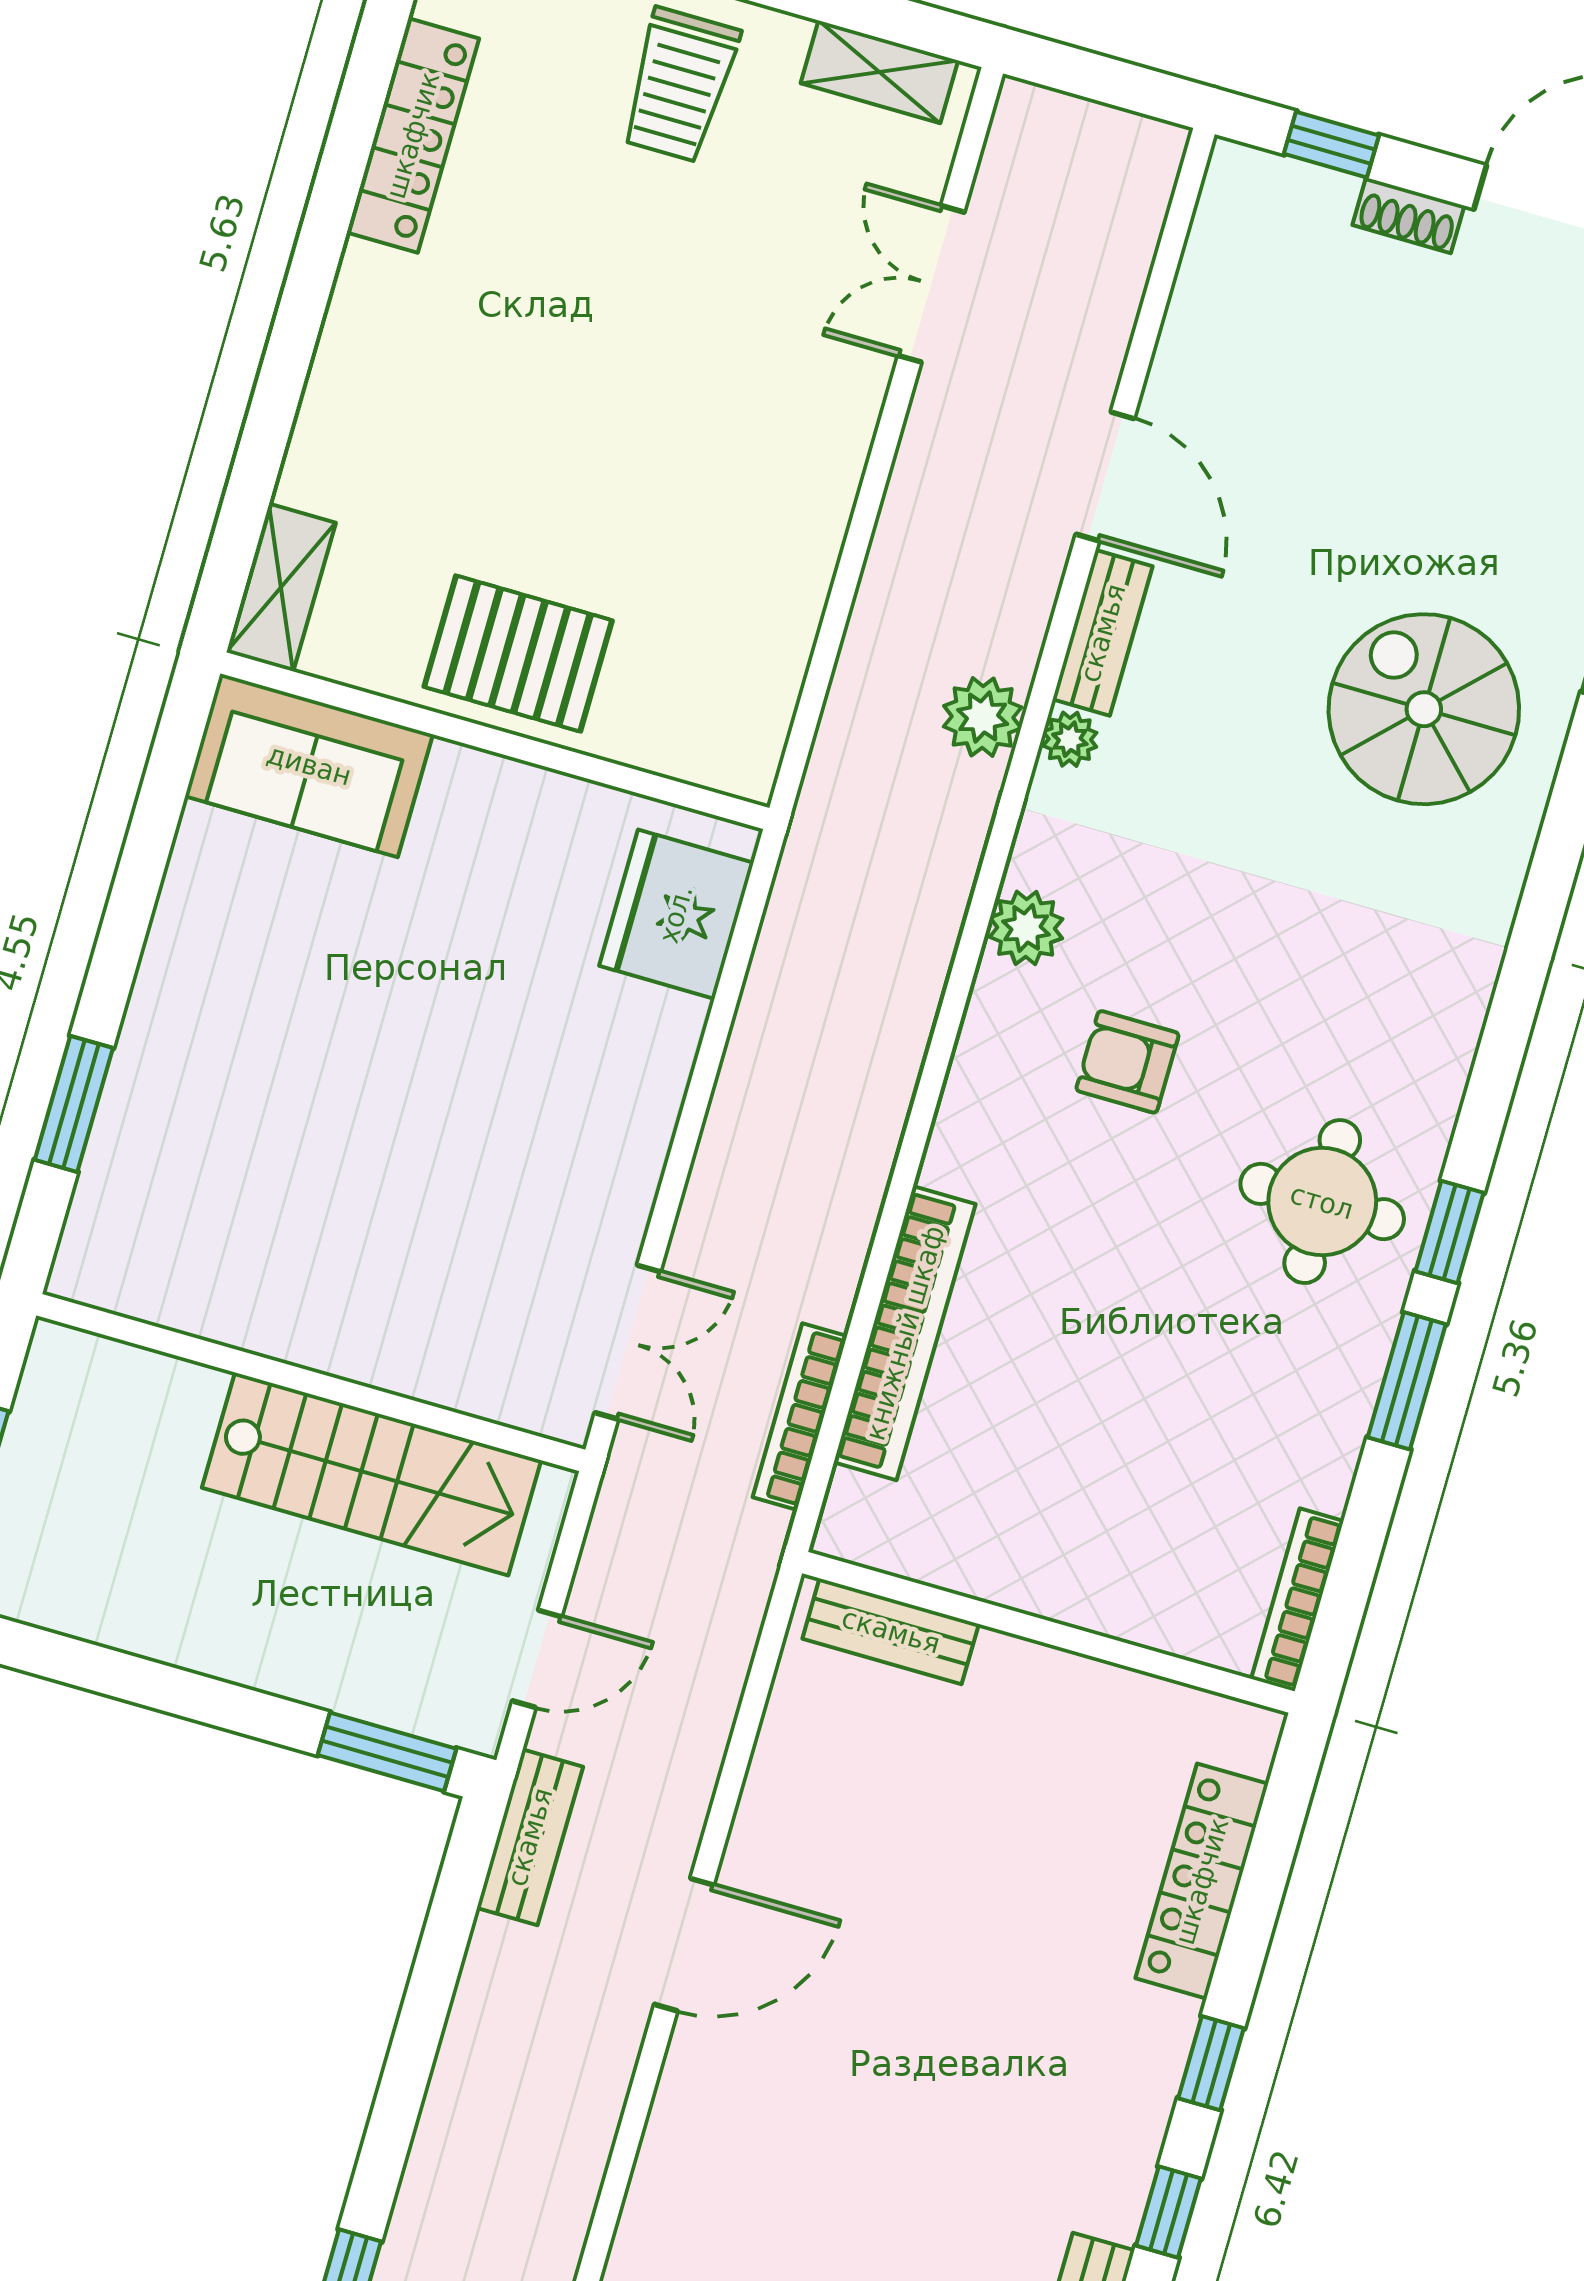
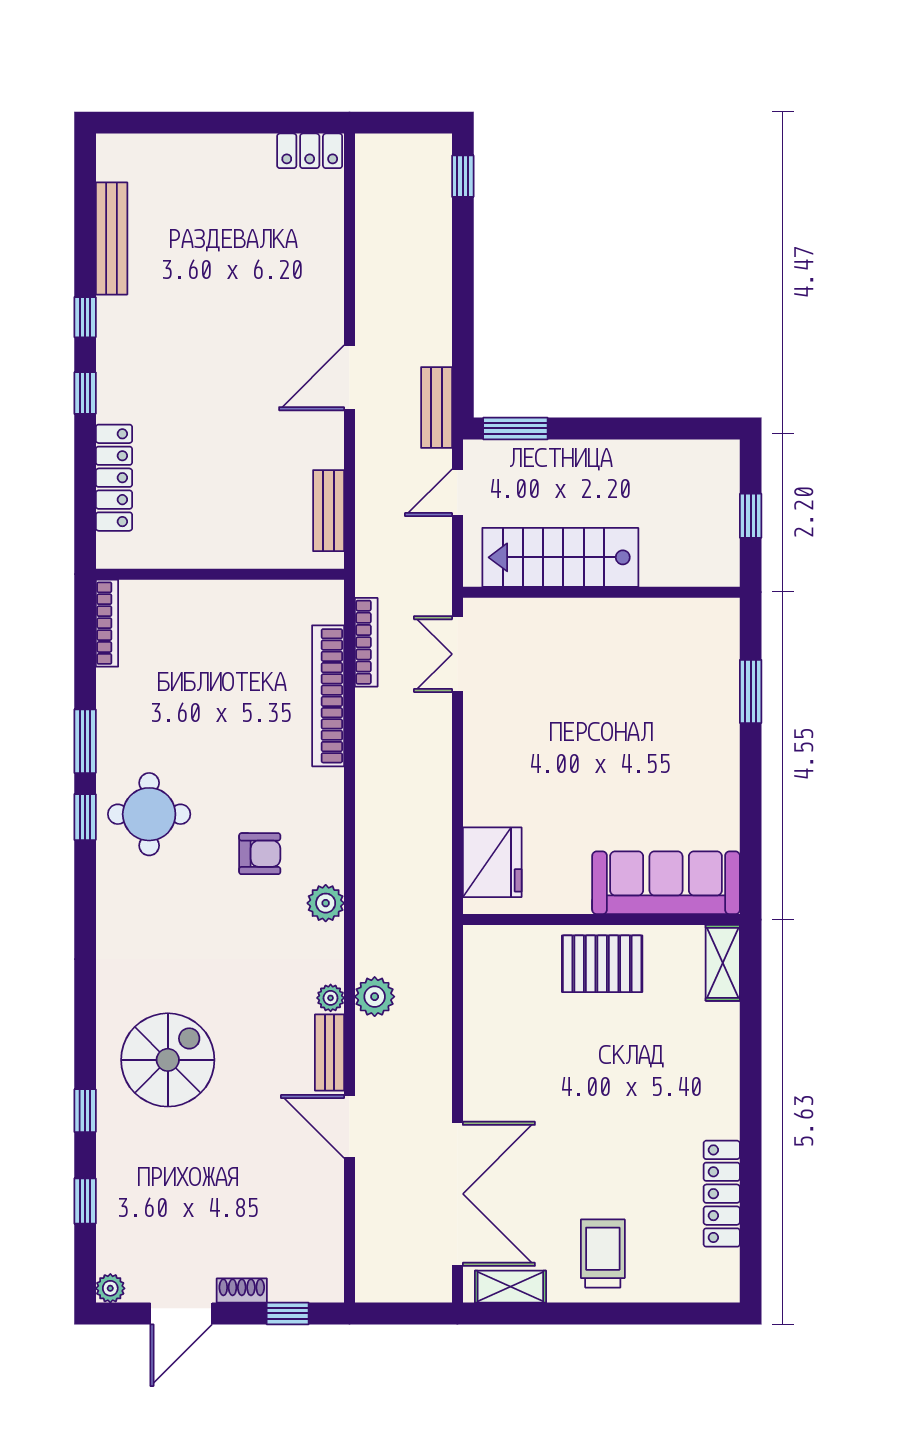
double door: (931, 284) -> (457, 1194), width x1.87
spiral stairs: (1424, 709) -> (168, 1060), turned -90
sofa: (309, 765) -> (666, 883), width x1.36
bench: (891, 1631) -> (329, 511), moved, turned 90

